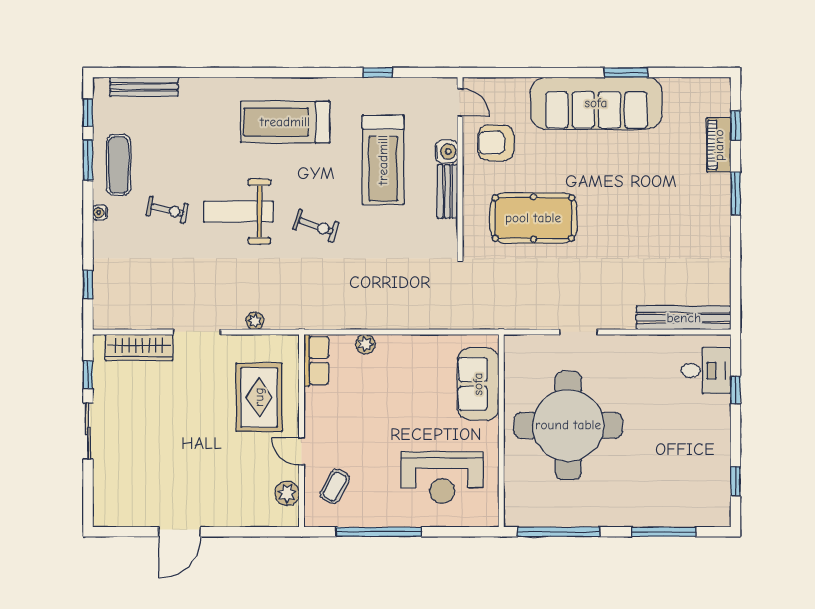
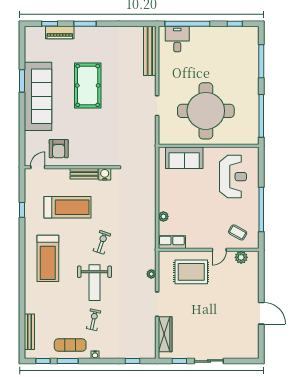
water cooler: (446, 152) -> (105, 174), moved
pool table: (533, 218) -> (88, 85), moved
window: (736, 390) -> (187, 24), width x3.17

